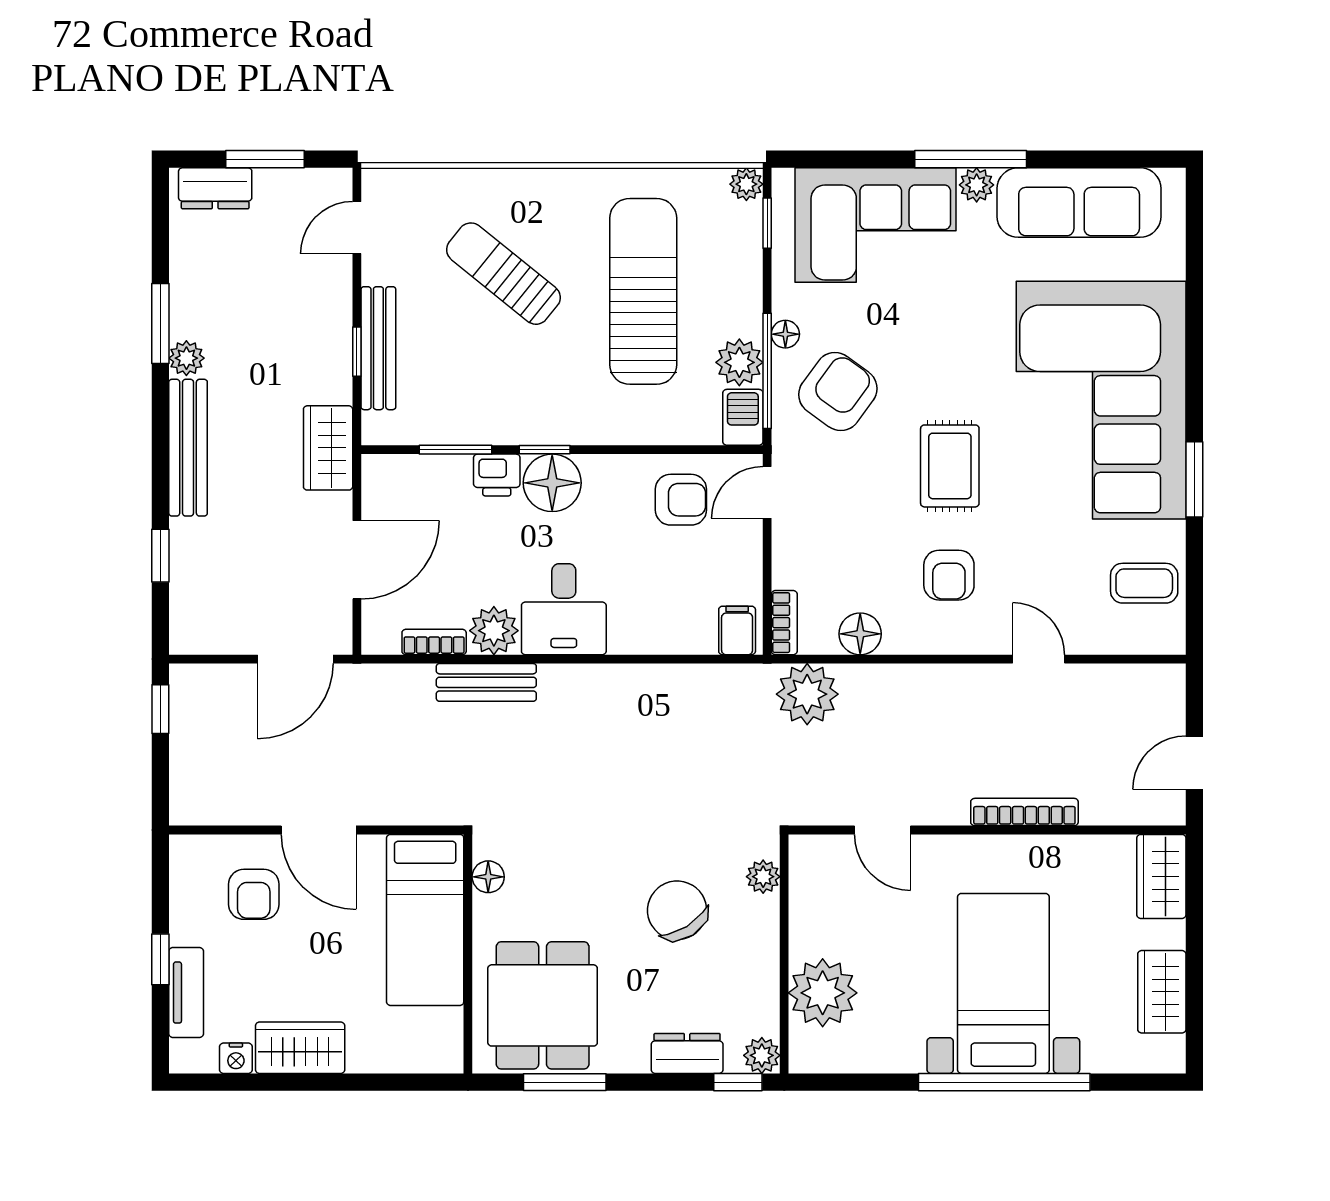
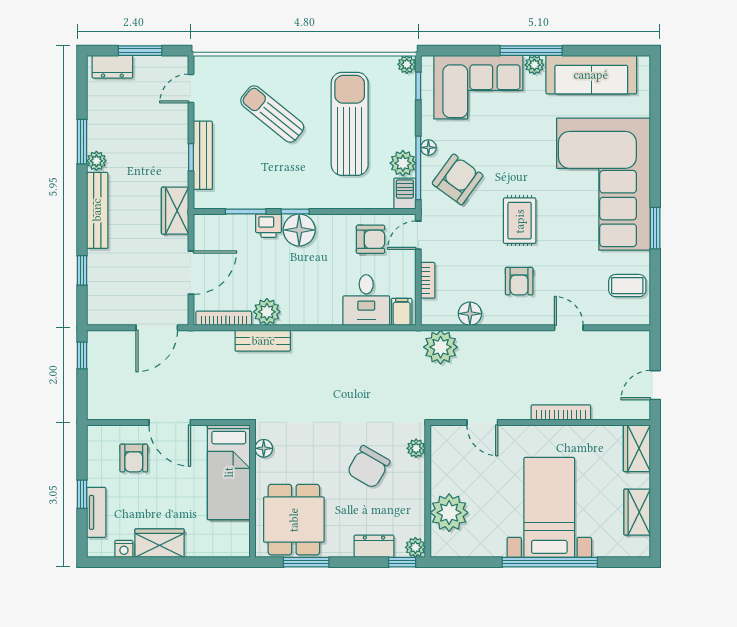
desk: (564, 609) -> (366, 300), moved
bookcase: (784, 623) -> (428, 280), moved
bookcase: (434, 642) -> (224, 318), width x1.56
chair: (677, 910) -> (368, 467), turned -118

